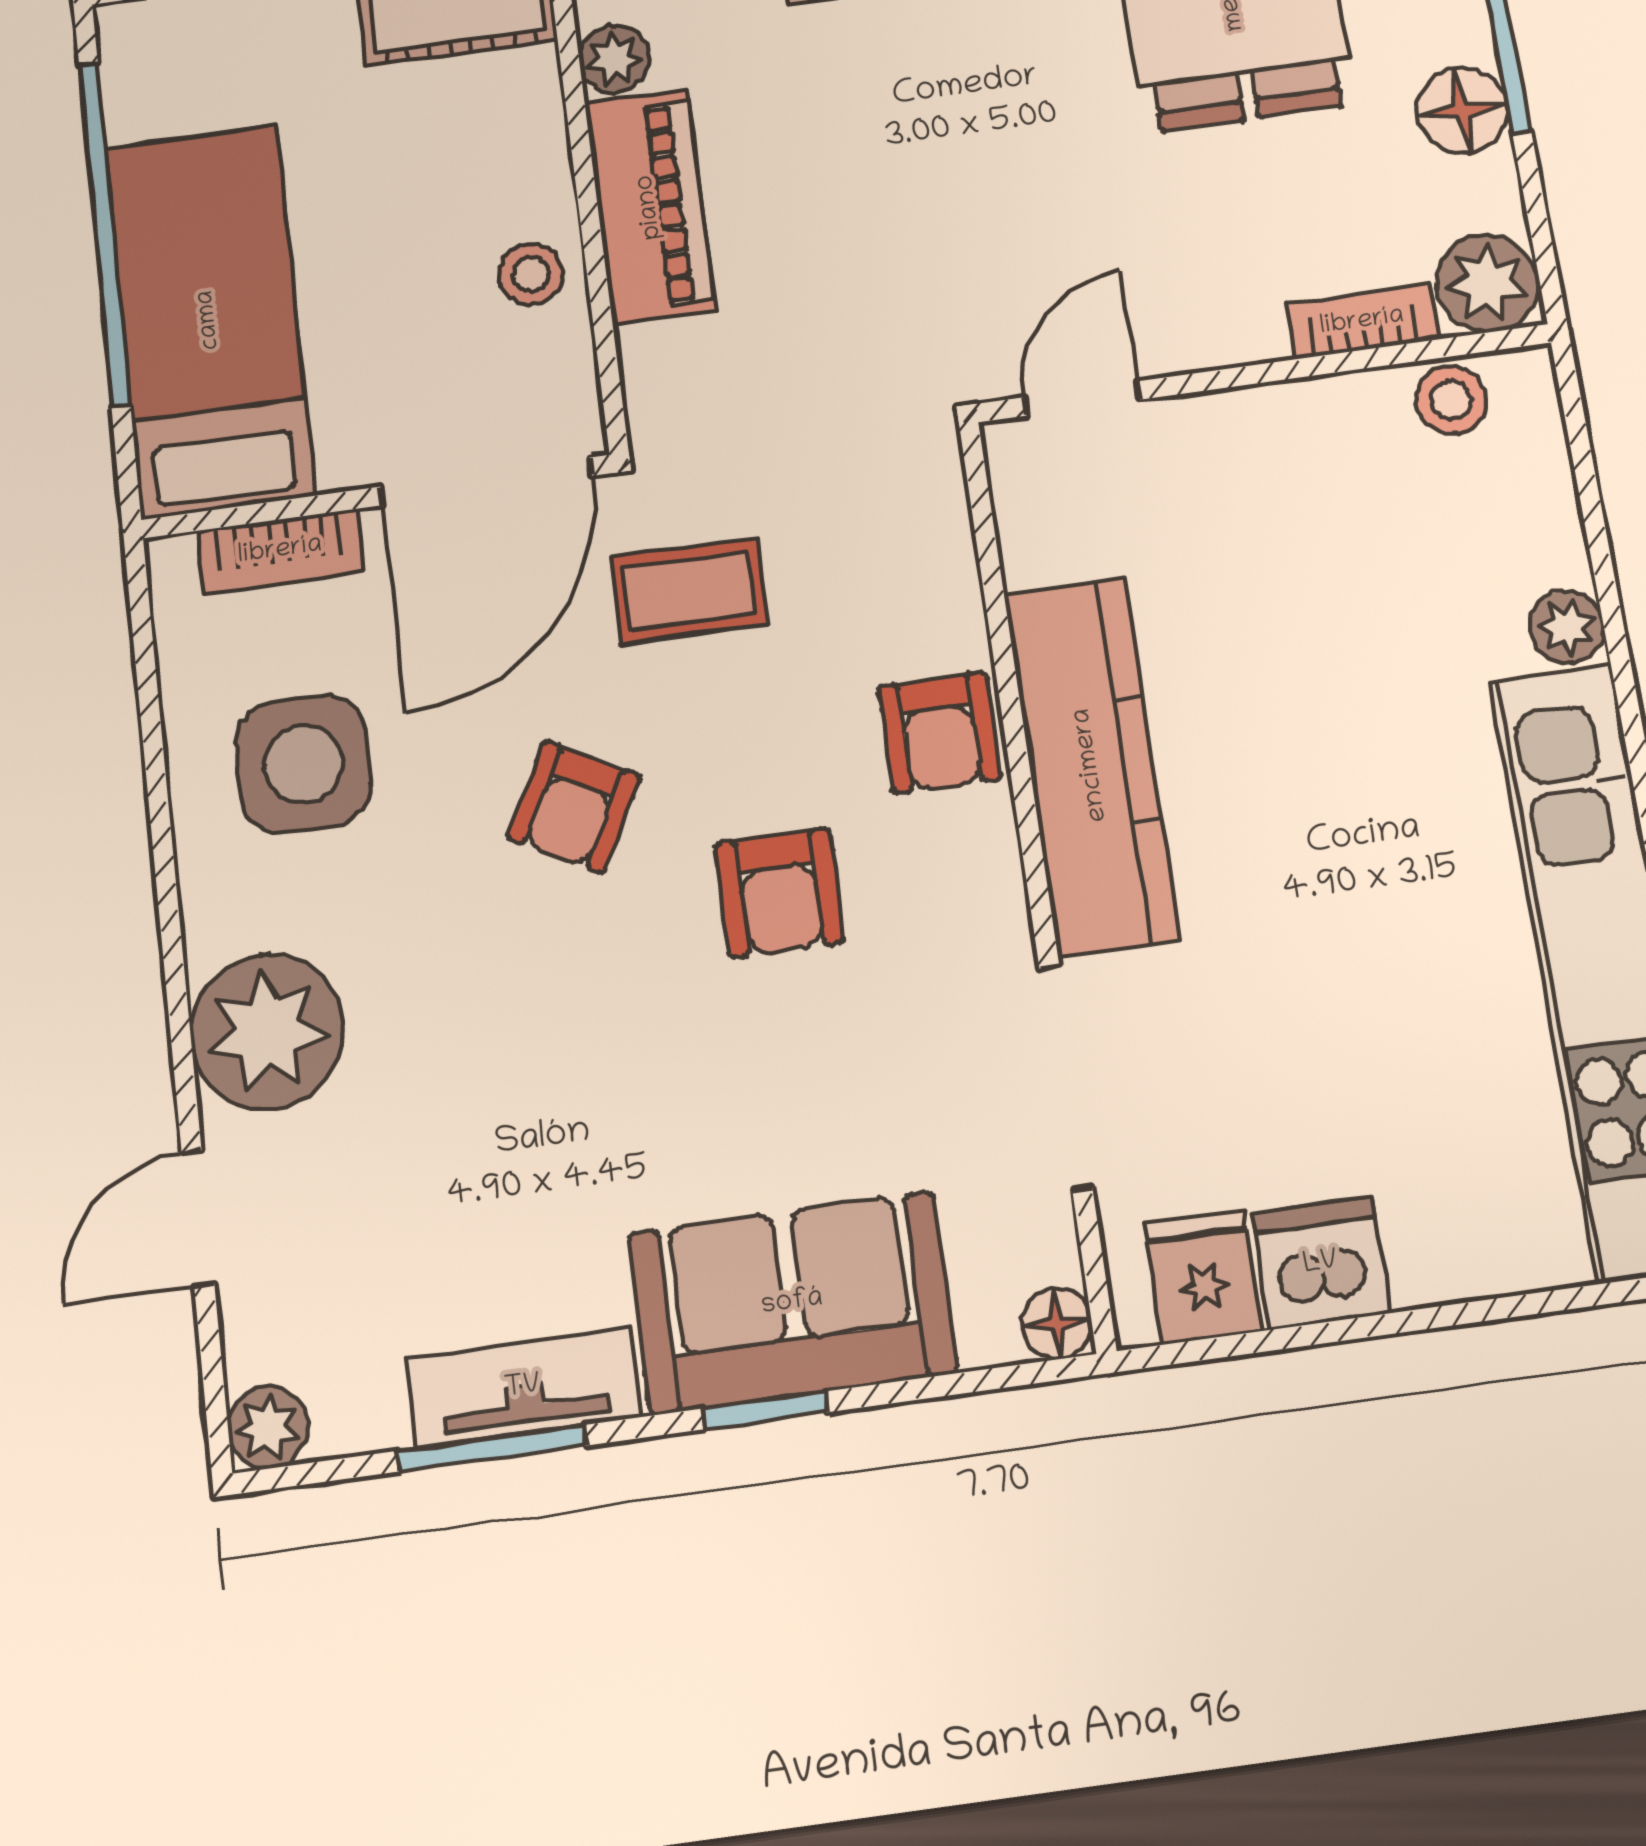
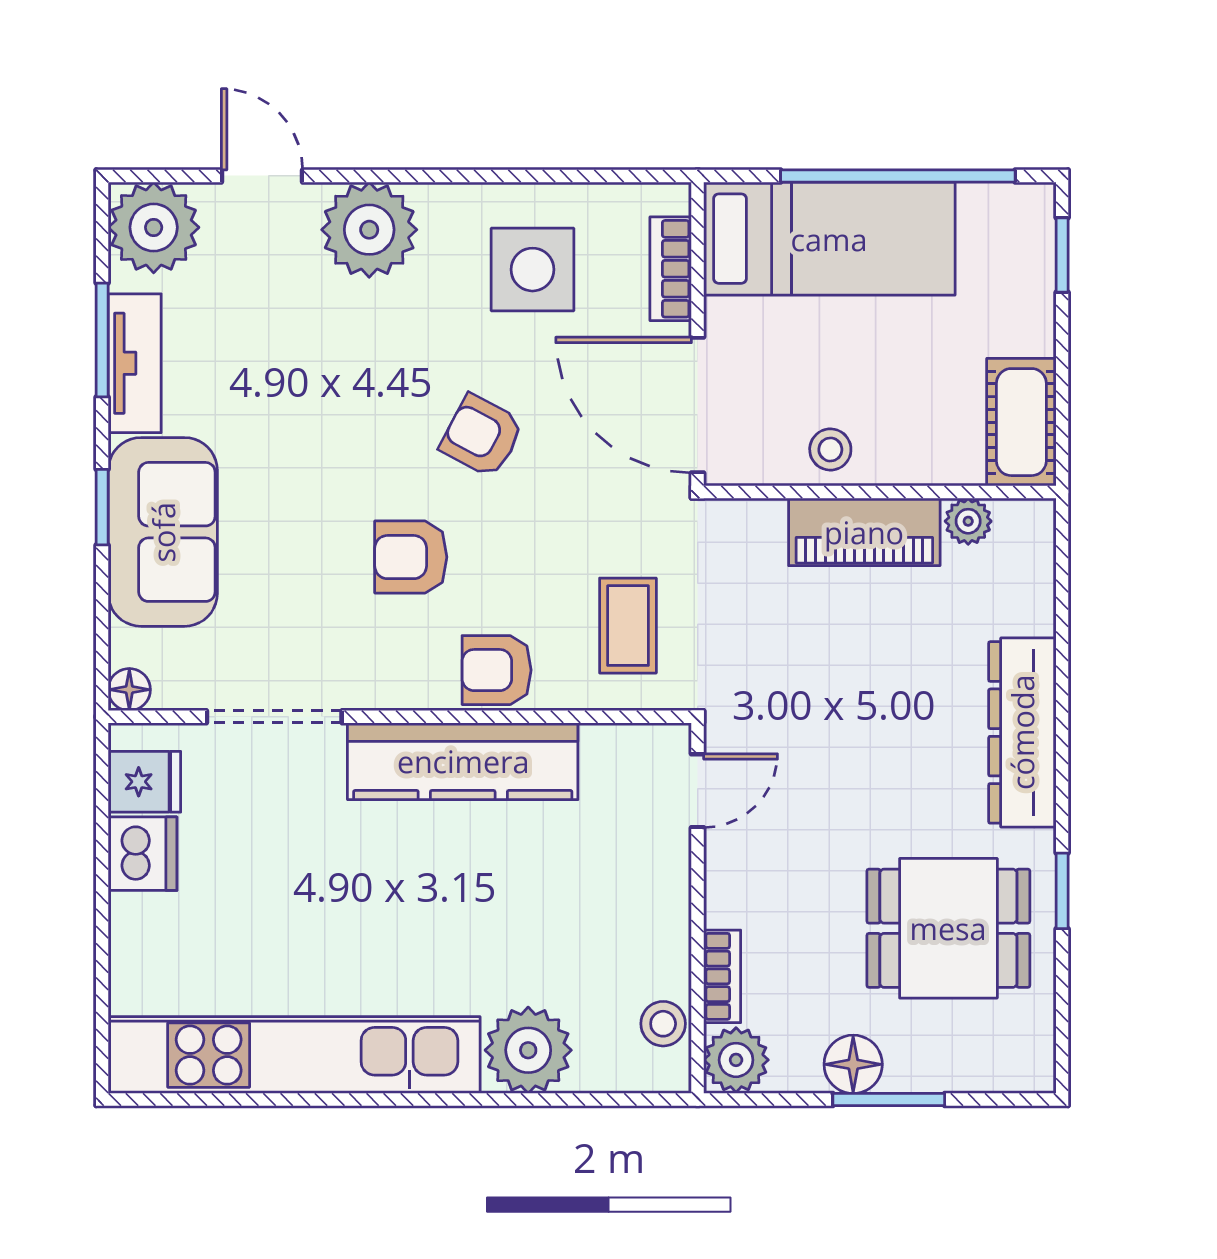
door: (1082, 398) -> (698, 791), hinge flipped
coffee table: (689, 591) -> (628, 626), moved
plant: (1567, 627) -> (528, 1050), width x1.88, depth x1.88
plant: (268, 1427) -> (154, 227), width x1.87, depth x1.87

